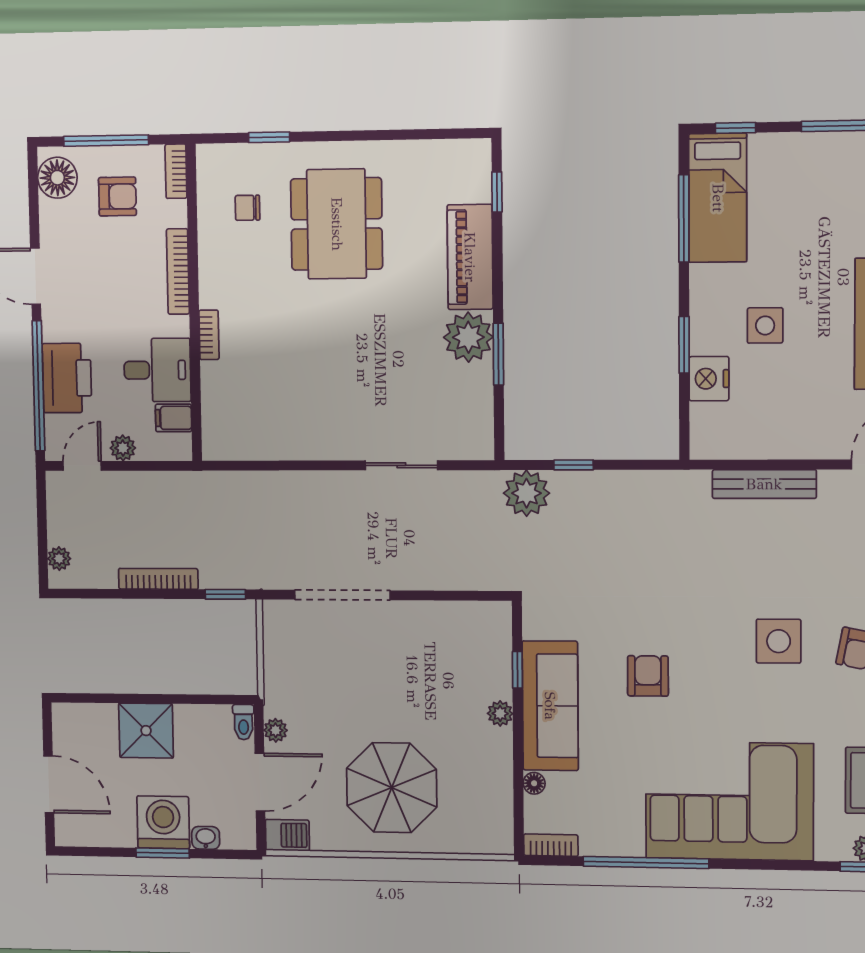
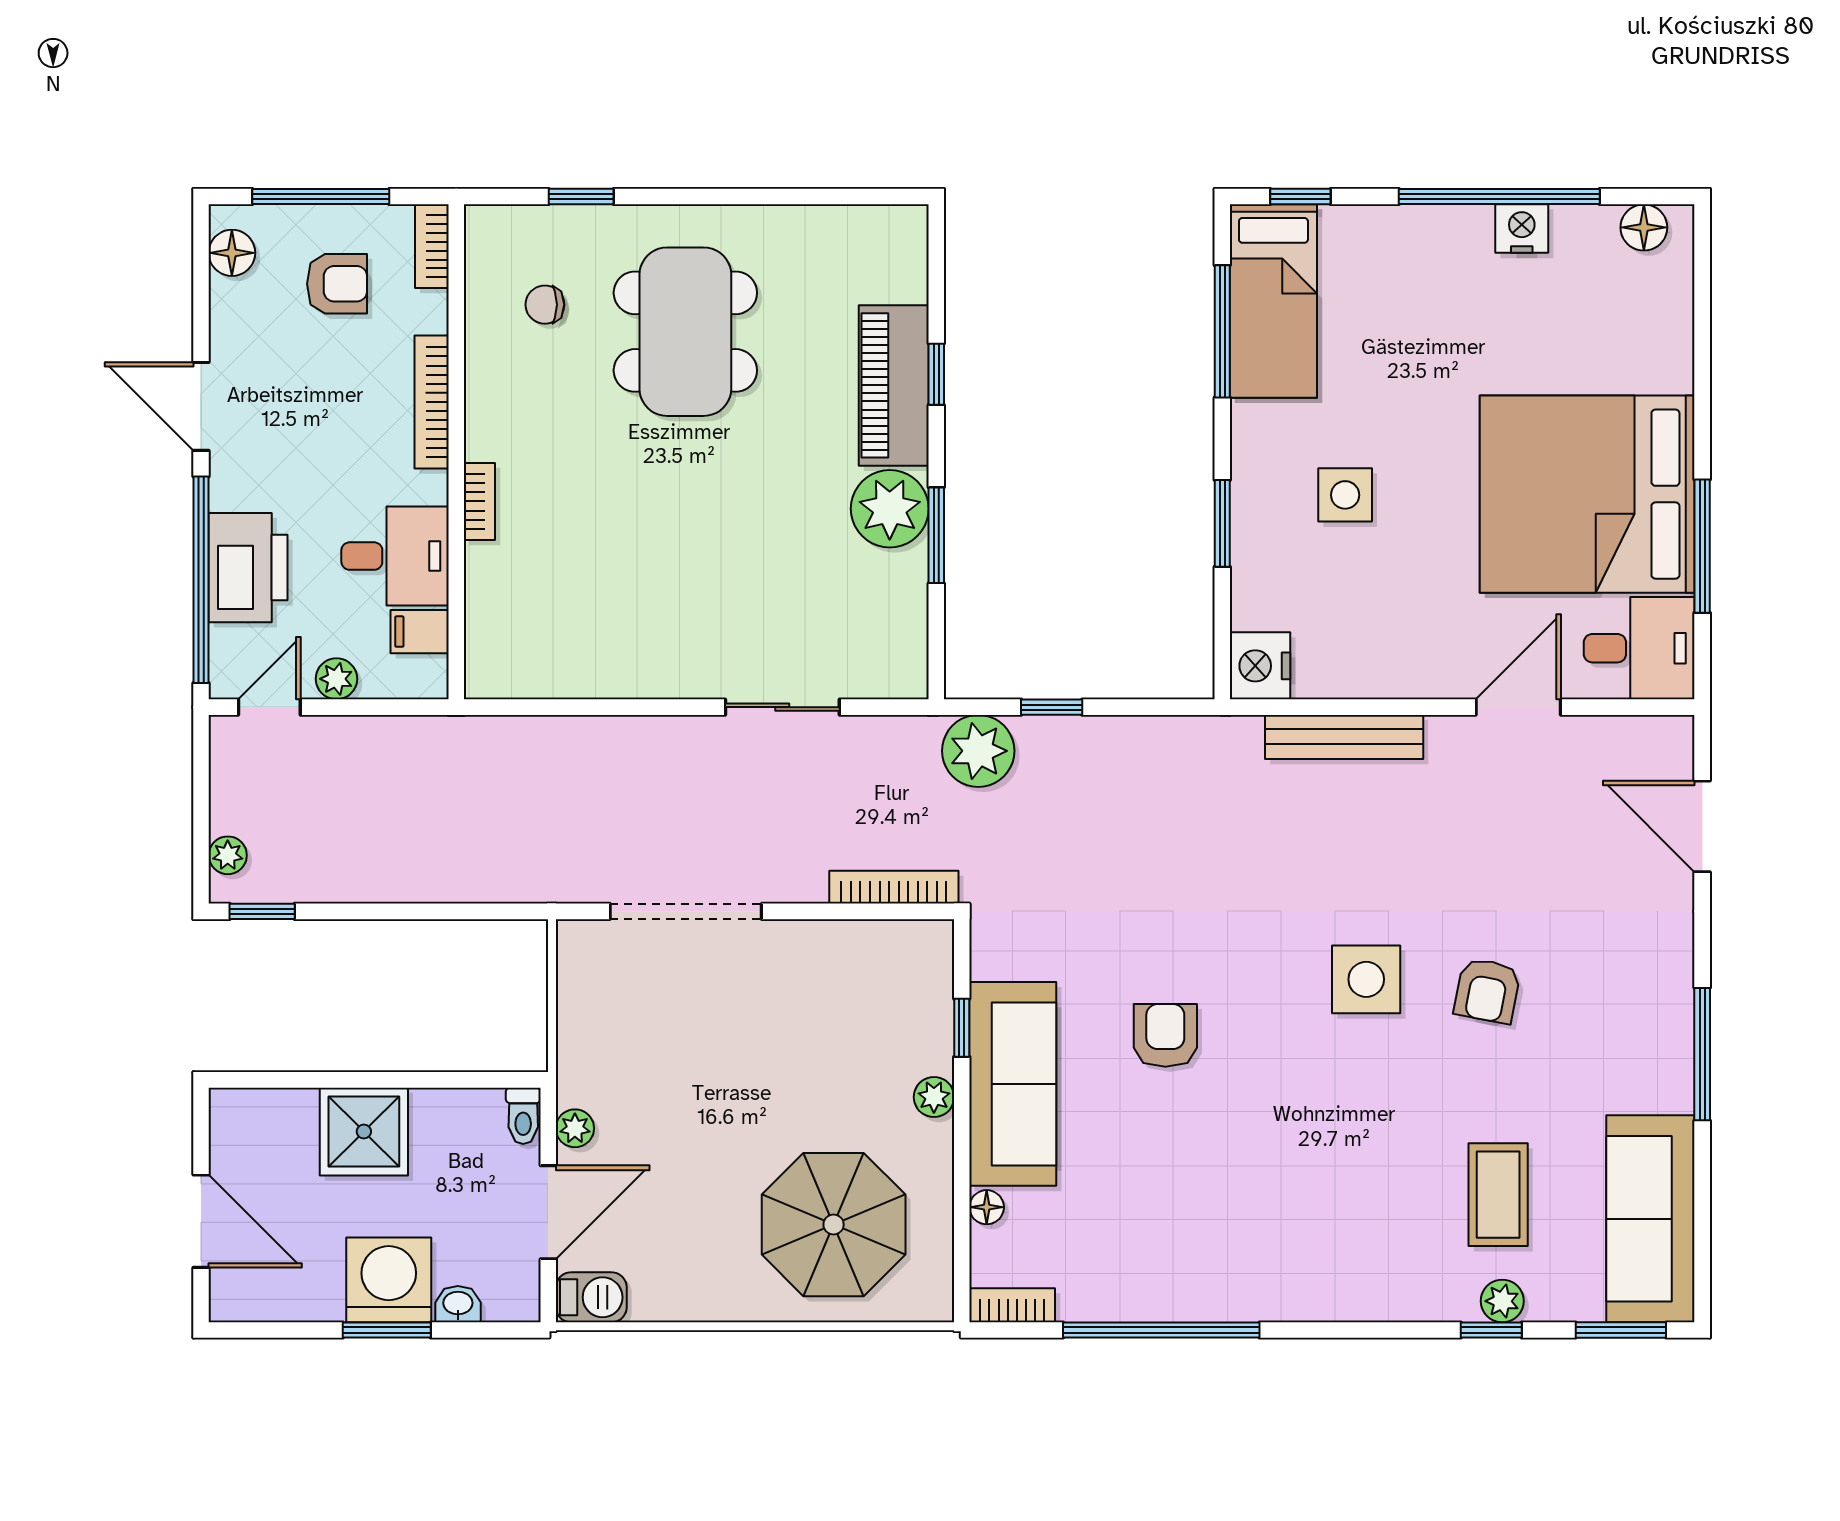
floor lamp: (57, 178) -> (232, 253), width x0.73, depth x0.73
window: (497, 192) -> (936, 374), moved
nightstand: (709, 379) -> (1260, 666), moved
bookcase: (158, 579) -> (894, 887), moved
window: (225, 594) -> (262, 911), moved
parasol: (392, 788) -> (834, 1225), moved
corner sofa: (729, 801) -> (1291, 1230), removed

